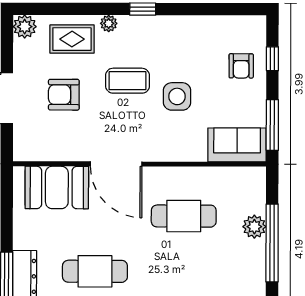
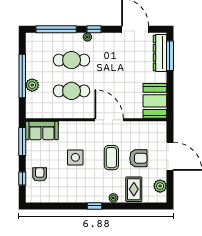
plant: (25, 27) -> (160, 186), moved
rug: (72, 39) -> (134, 189), turned 90
coffee table: (127, 81) -> (111, 158), moved, turned 90
booth: (57, 187) -> (155, 101), moved, turned 90
cafe table: (95, 271) -> (72, 60), moved

